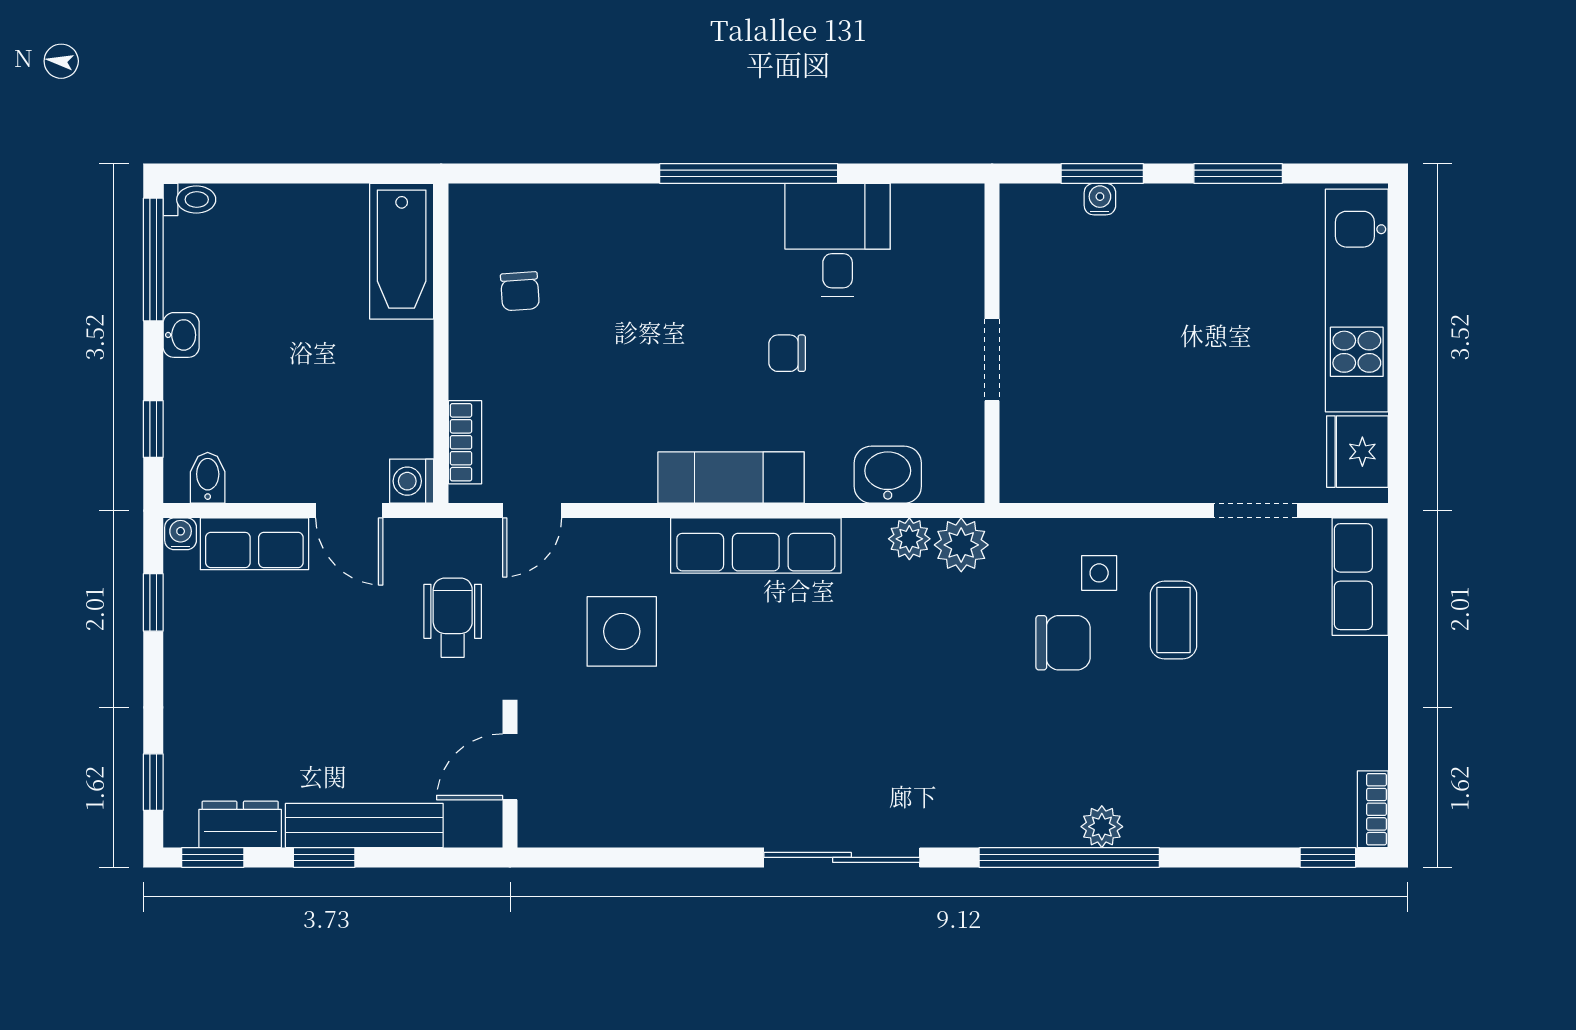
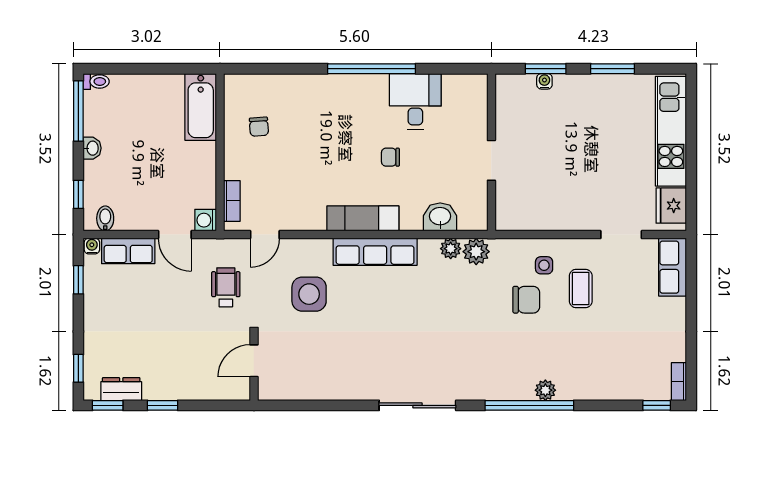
bench: (364, 825) -> (182, 390), removed

